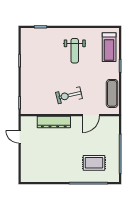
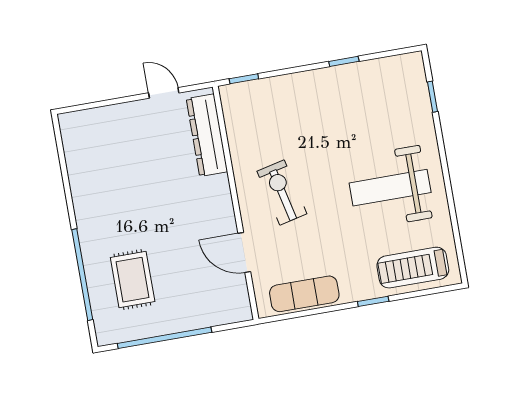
weight bench: (75, 51) -> (390, 188), width x1.36, depth x1.33
dresser: (54, 122) -> (207, 135), moved
door: (20, 137) -> (164, 93), hinge flipped

